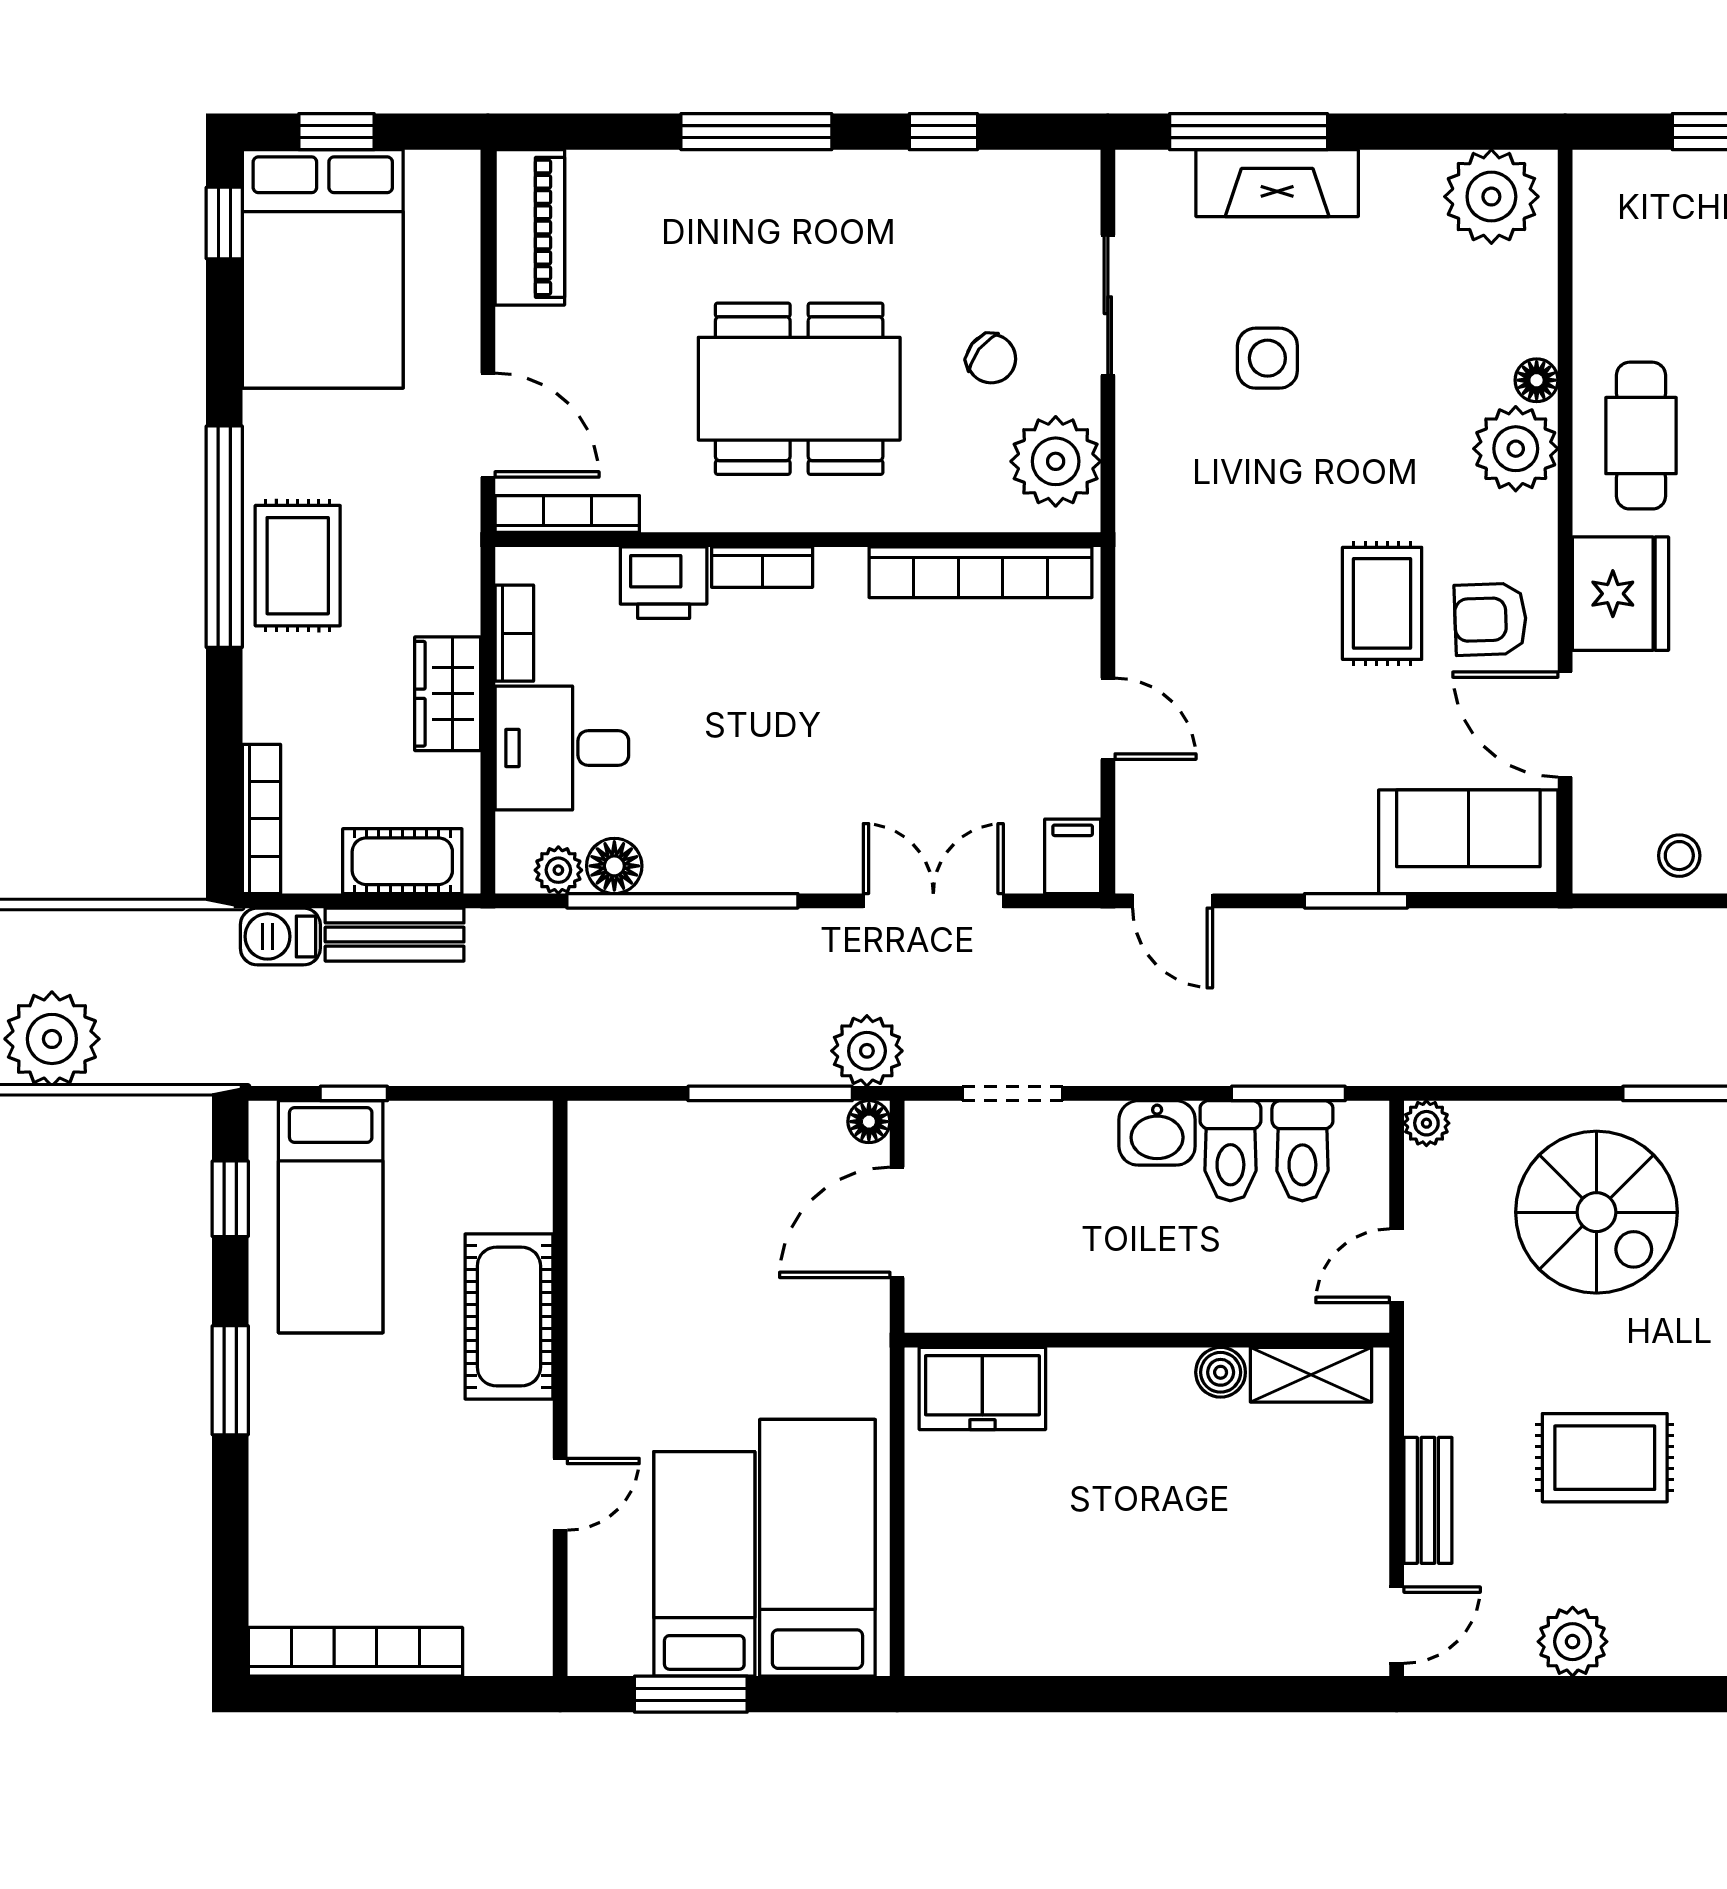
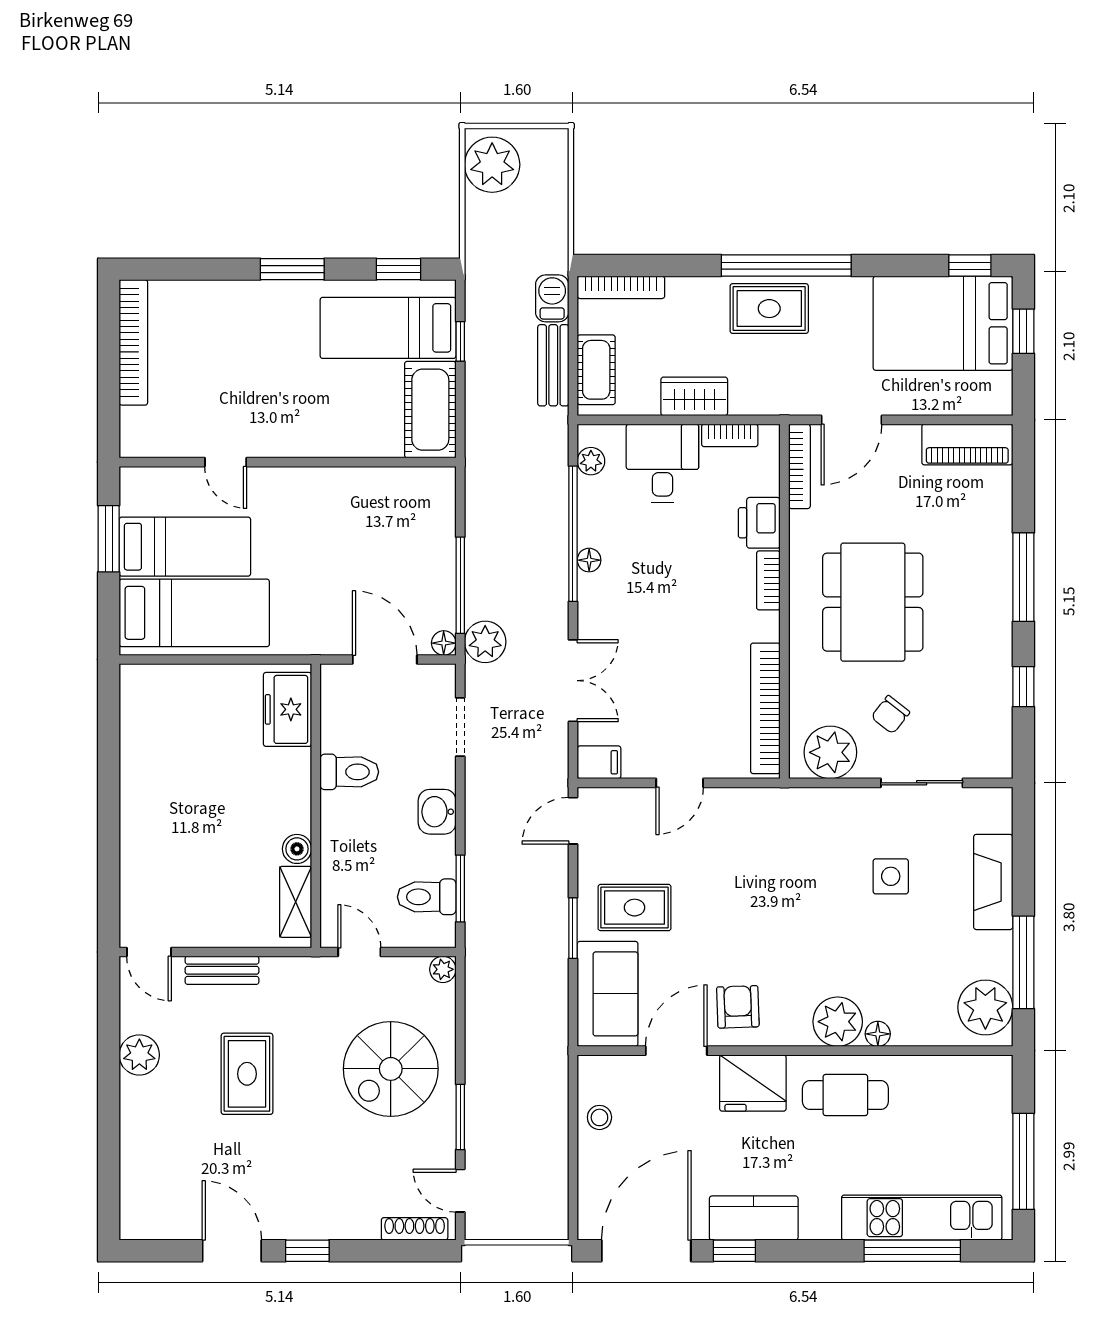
window: (1249, 132) -> (1023, 962), moved
rug: (1382, 603) -> (635, 908), moved
floor lamp: (614, 866) -> (589, 560), moved, width x0.73, depth x0.73
toilet: (1230, 1151) -> (349, 772), moved, turned 180
cot: (509, 1317) -> (430, 410), moved, turned 90

